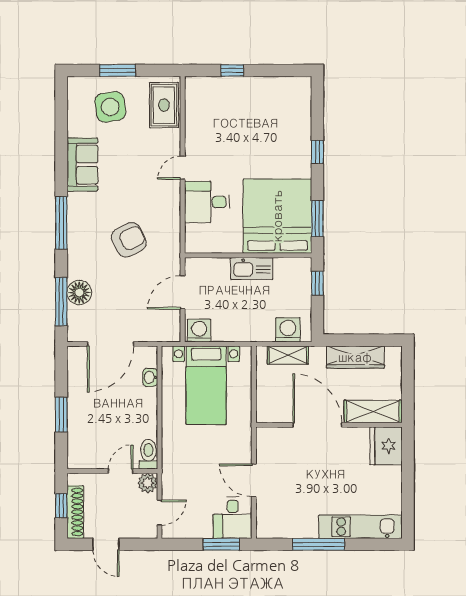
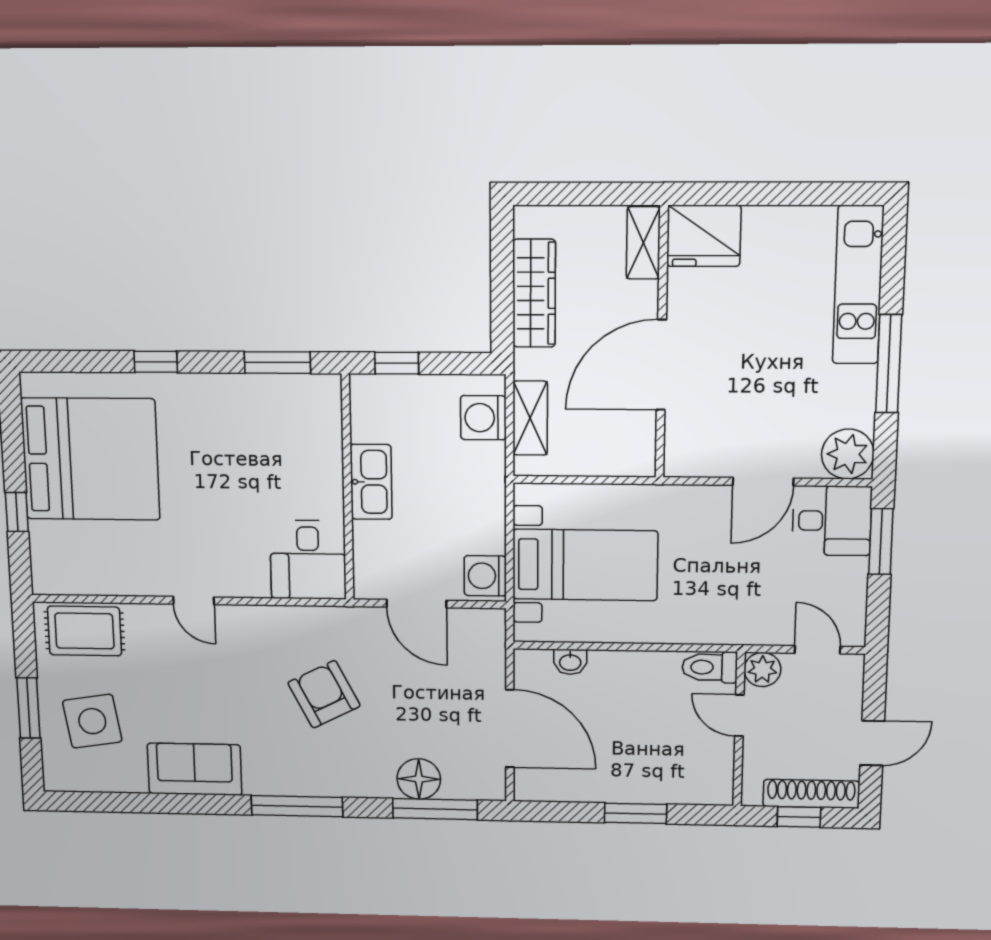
desk: (207, 202) -> (308, 560), moved
bed: (277, 216) -> (90, 459), moved, turned 180
shelving: (373, 411) -> (643, 243), width x0.67, depth x0.75
plant: (270, 525) -> (848, 454), added

